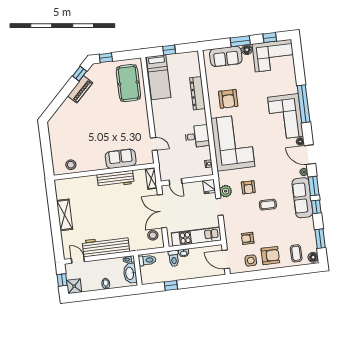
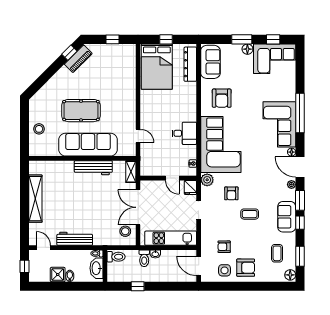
sofa: (226, 56) -> (210, 62), moved, turned -90
window: (106, 58) -> (112, 39), moved
bed: (159, 77) -> (157, 67), width x1.50
pool table: (128, 83) -> (81, 111), moved, turned 90
piano: (80, 89) -> (78, 59), moved
dresser: (198, 93) -> (190, 64), moved
sofa: (121, 159) -> (88, 145), width x1.85, depth x1.27
stool: (71, 165) -> (39, 129), moved
door: (175, 182) -> (172, 178), moved
plant: (226, 191) -> (207, 180), moved
sofa: (302, 198) -> (287, 217), width x0.73
shelving: (65, 215) -> (35, 199), width x1.47
workbench: (106, 246) -> (75, 239), width x0.73, depth x0.76
coffee table: (296, 253) -> (277, 253), moved
shower: (74, 286) -> (58, 275), moved

